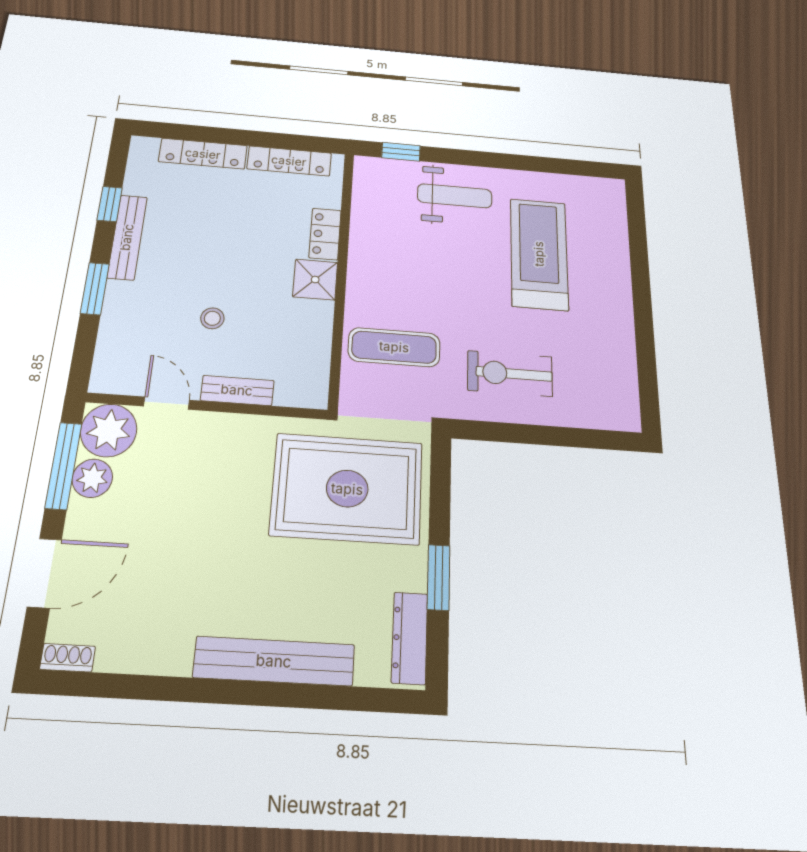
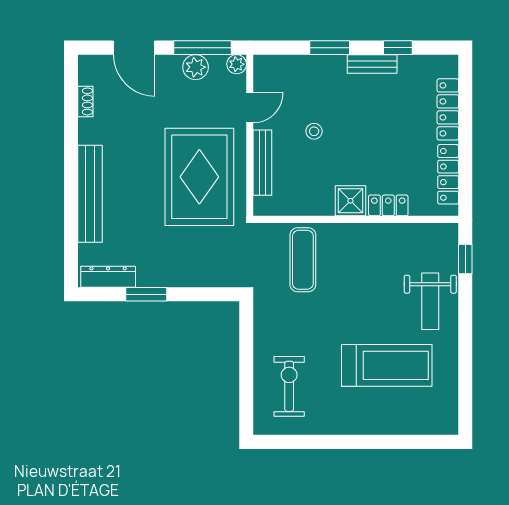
bench: (127, 237) -> (372, 64), width x0.73
exercise bike: (510, 374) -> (289, 386), moved
bench: (237, 390) -> (262, 163), width x1.36
plant: (109, 430) -> (237, 64), width x0.53, depth x0.53
rug: (347, 489) -> (199, 177), moved
shoe rack: (68, 658) -> (85, 101), moved

